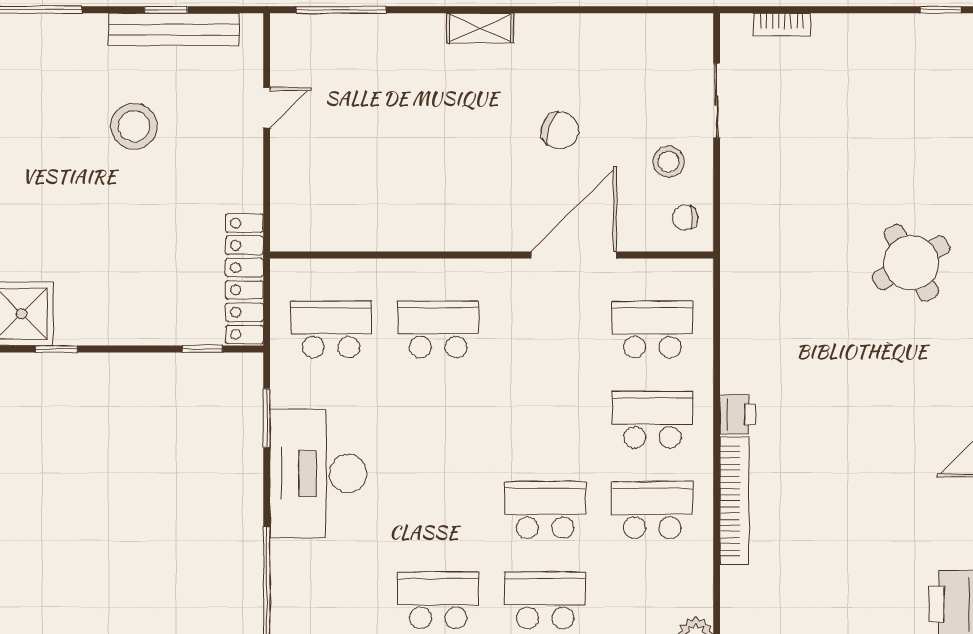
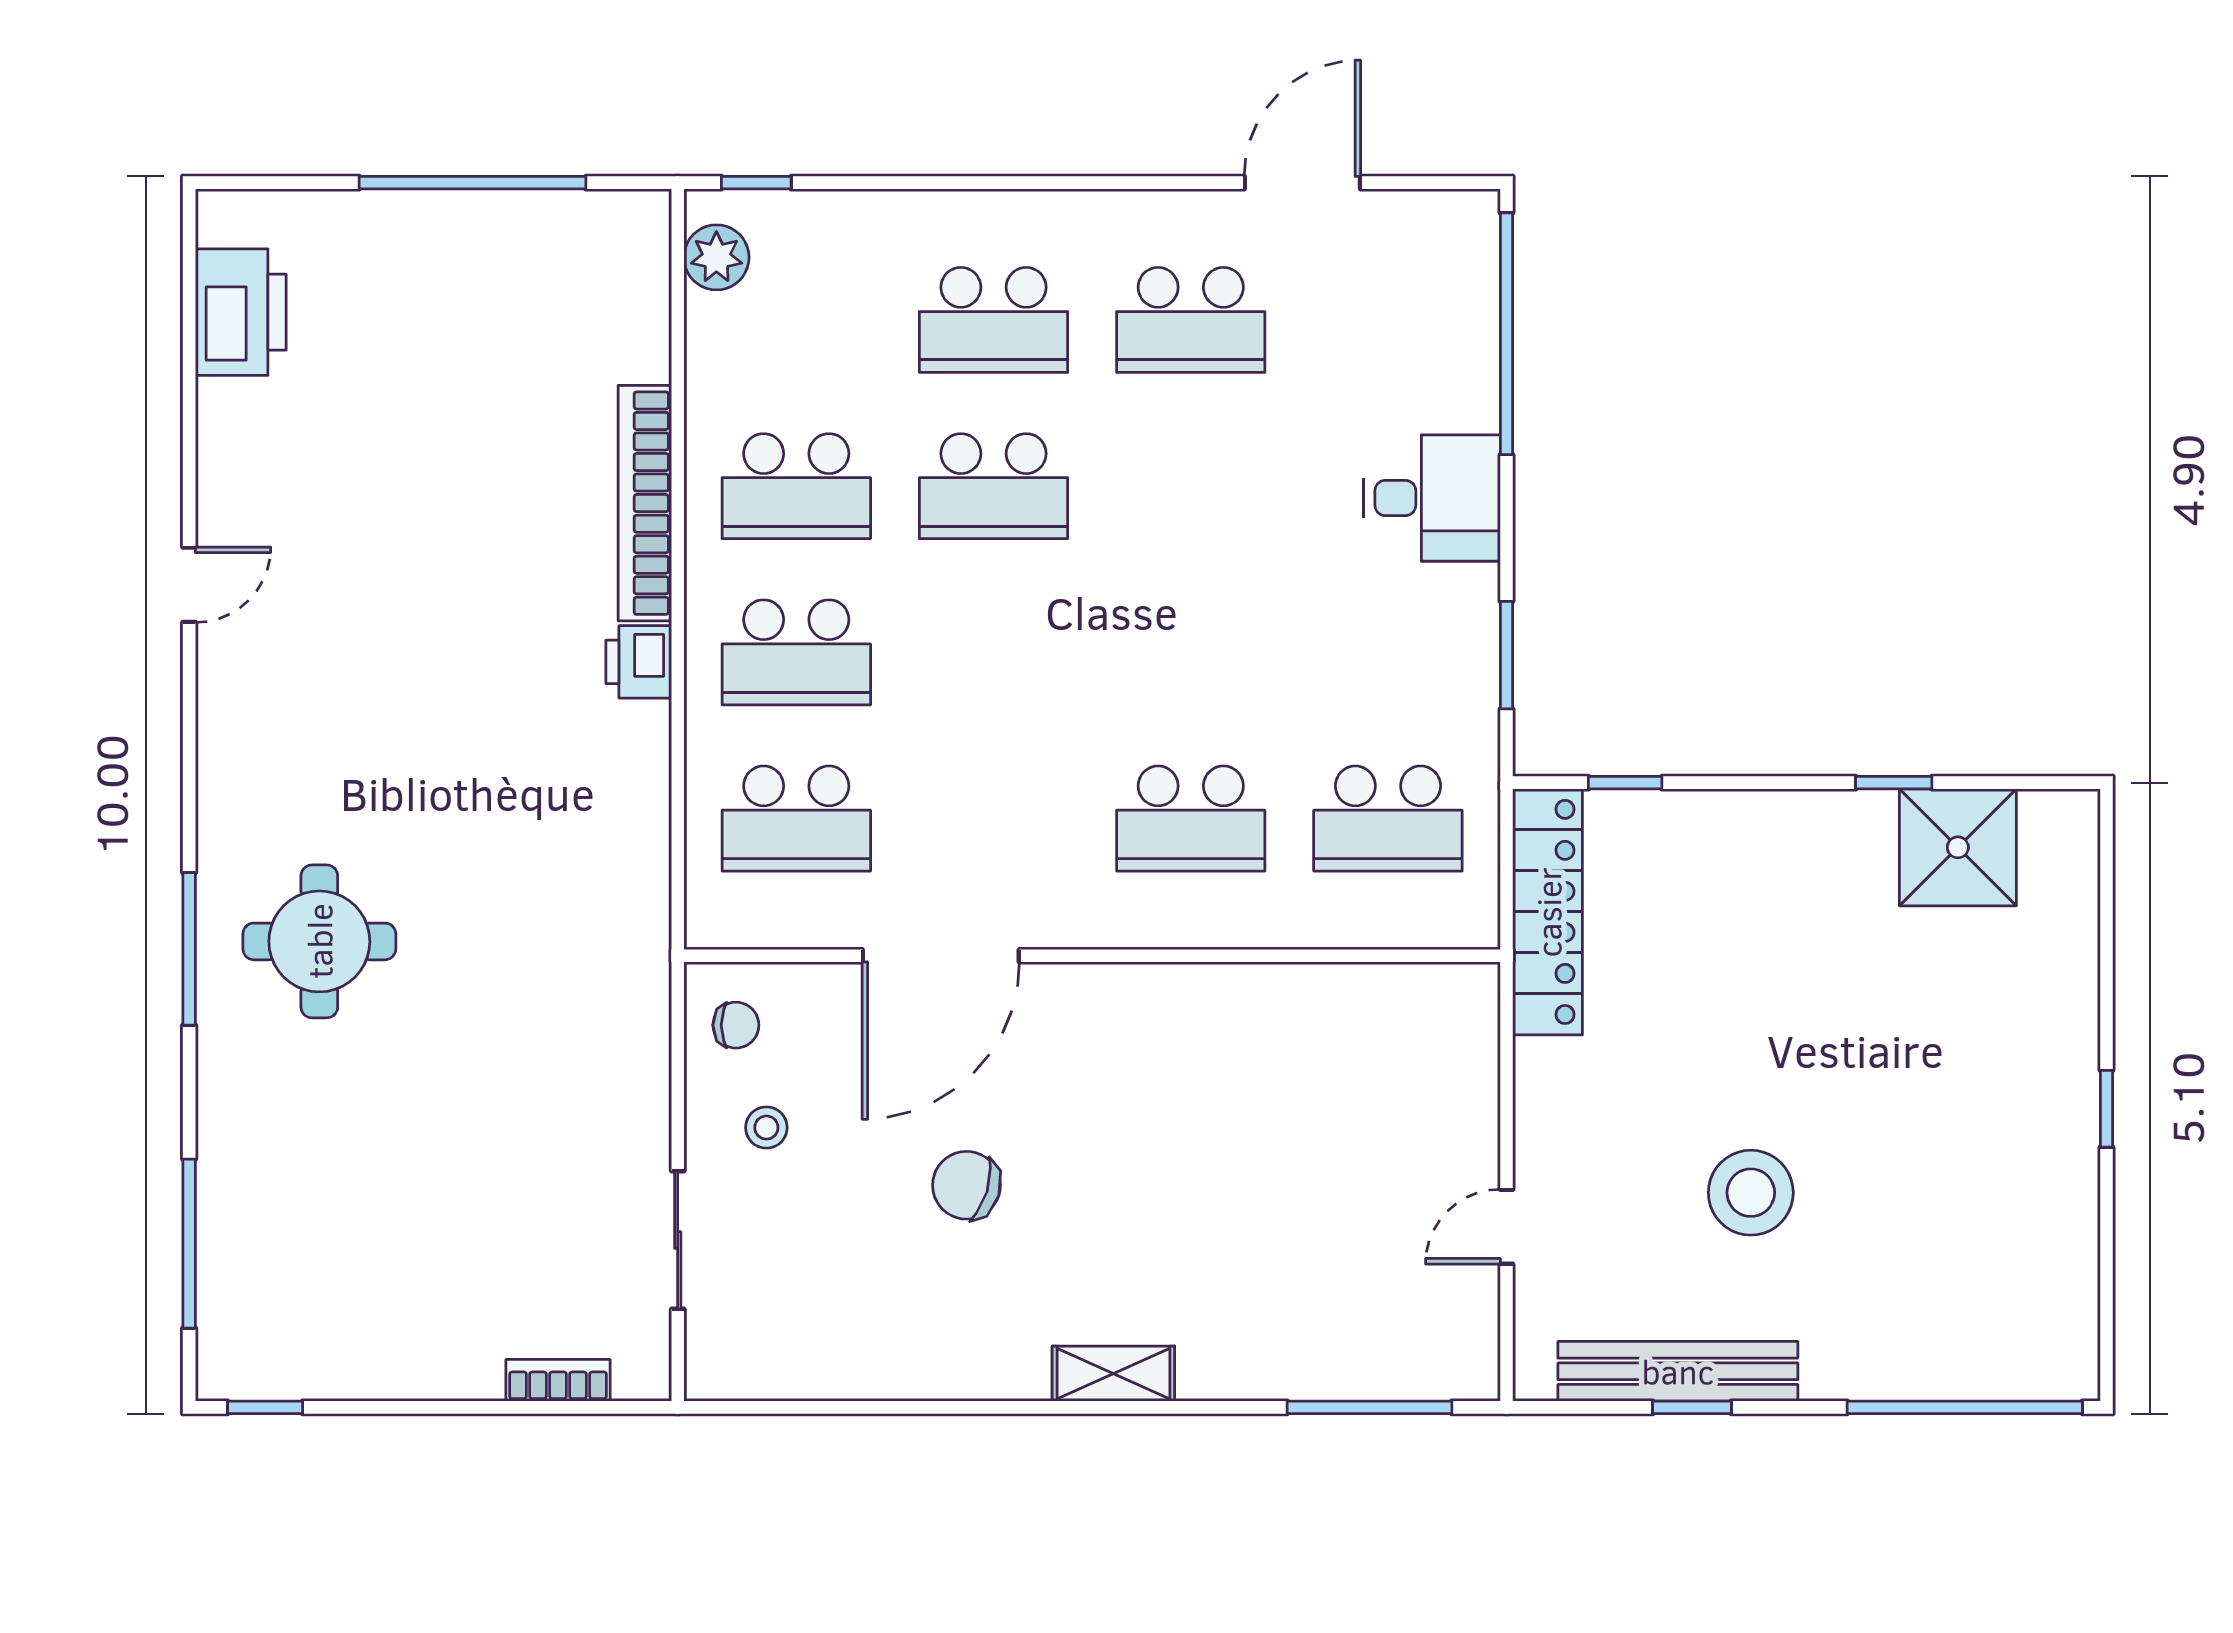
stool: (669, 162) -> (766, 1128), width x0.73, depth x0.73
round table: (911, 263) -> (319, 941), turned 30
desk: (318, 474) -> (1432, 498), width x0.53, depth x0.77

